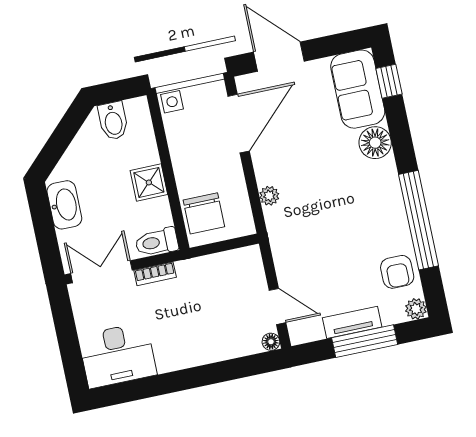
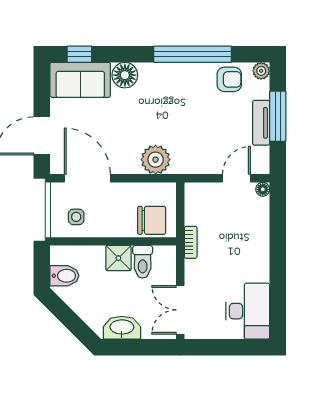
side table: (172, 102) -> (76, 217), moved
plant: (269, 196) -> (156, 160), width x1.88, depth x1.88
toilet: (157, 242) -> (143, 262), moved
bookcase: (155, 274) -> (191, 242), moved

